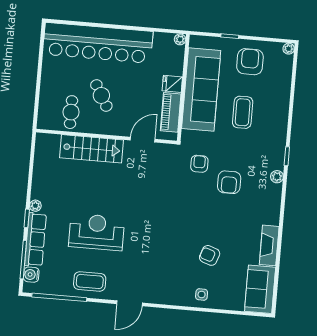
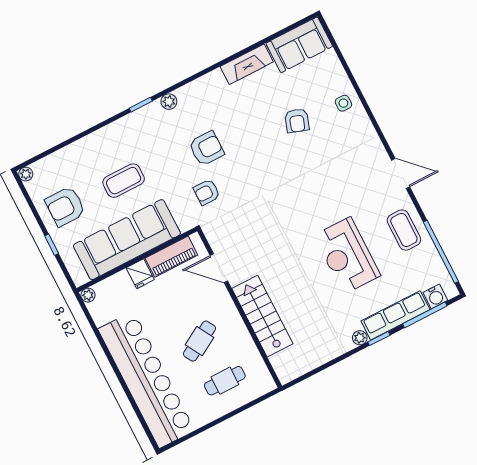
cafe table: (71, 112) -> (225, 381), moved

